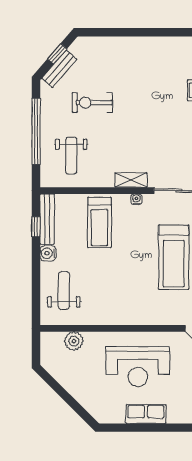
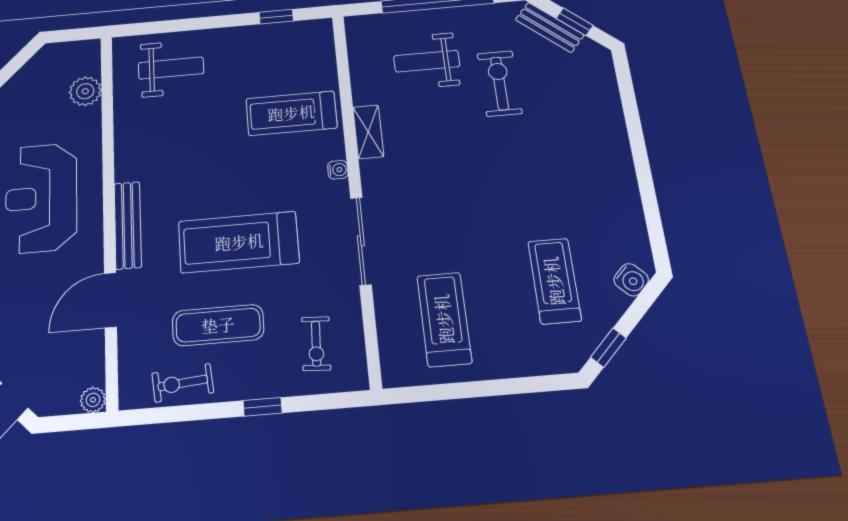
weight bench: (71, 156) -> (427, 61), moved
shelving: (131, 180) -> (368, 132), moved
bench: (47, 219) -> (128, 225), moved, turned 90
water cooler: (48, 253) -> (233, 38), removed

